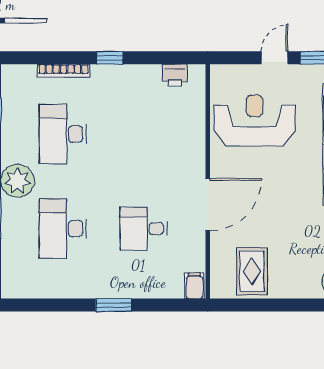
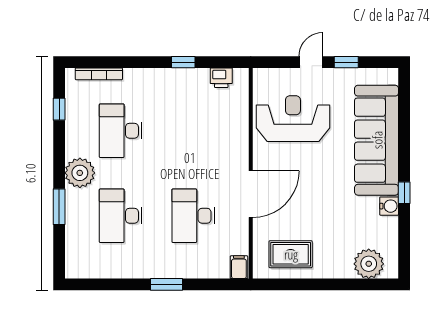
window: (110, 58) -> (183, 62), moved
bookcase: (64, 71) -> (99, 74), moved
desk: (144, 229) -> (193, 216), width x1.37
rug: (252, 271) -> (291, 254), turned 90

